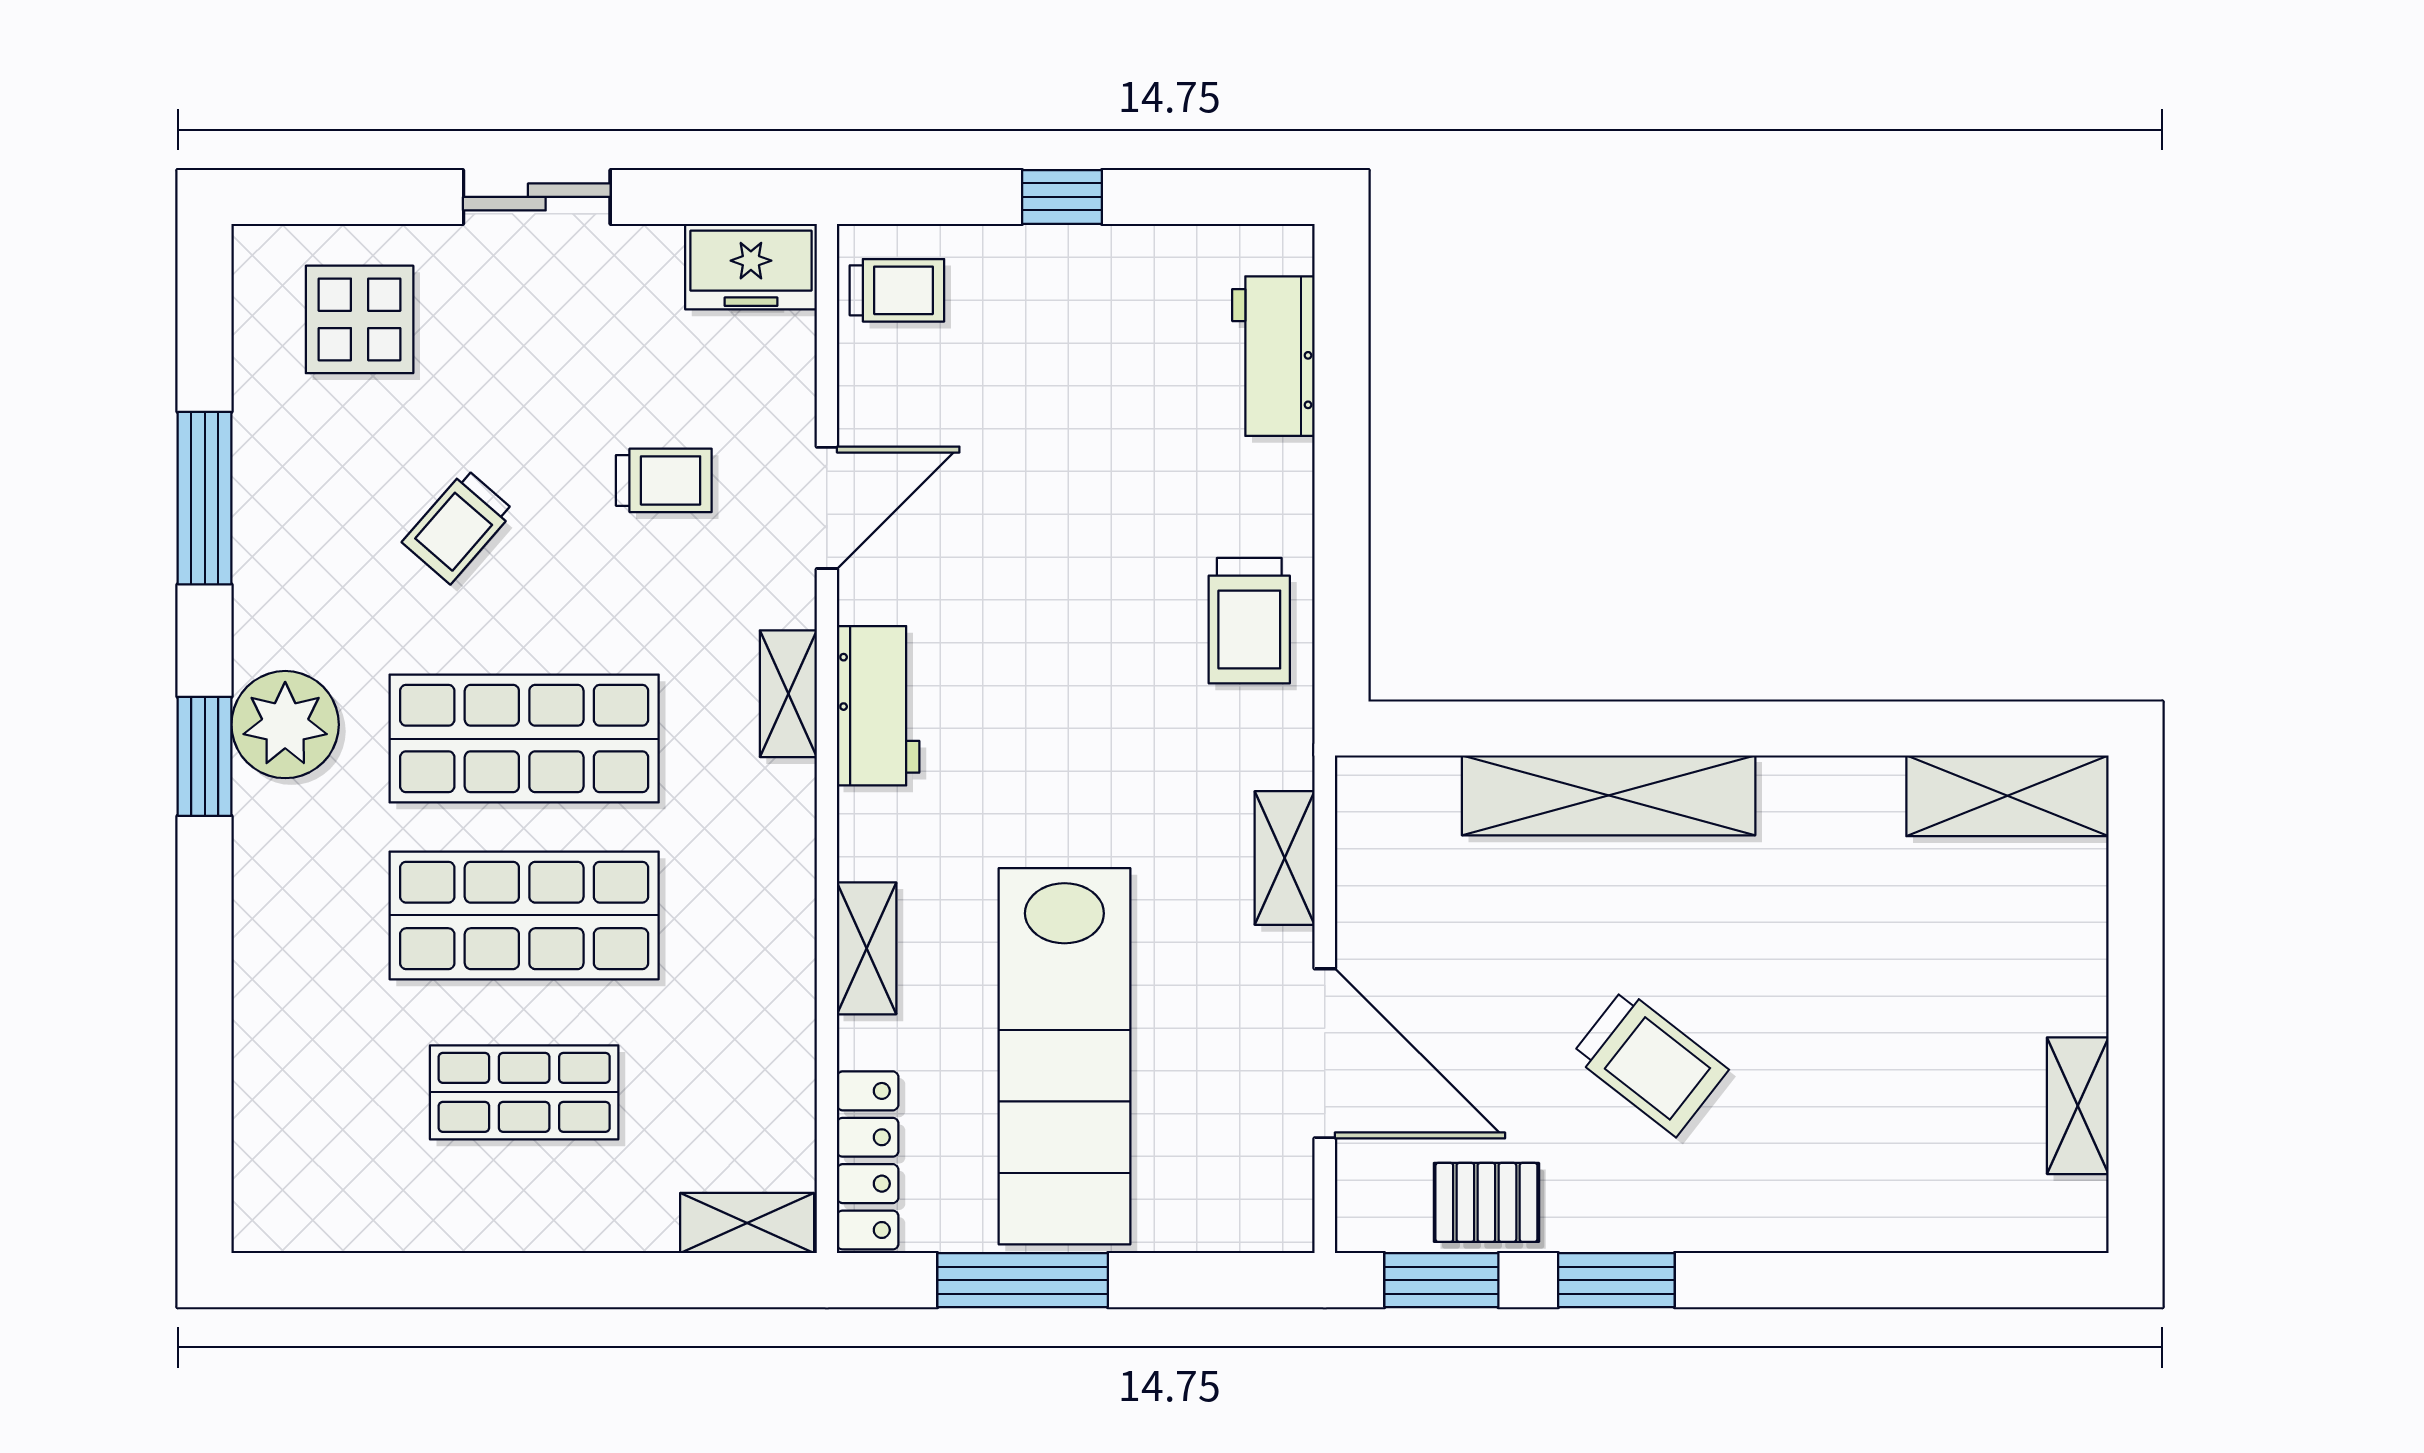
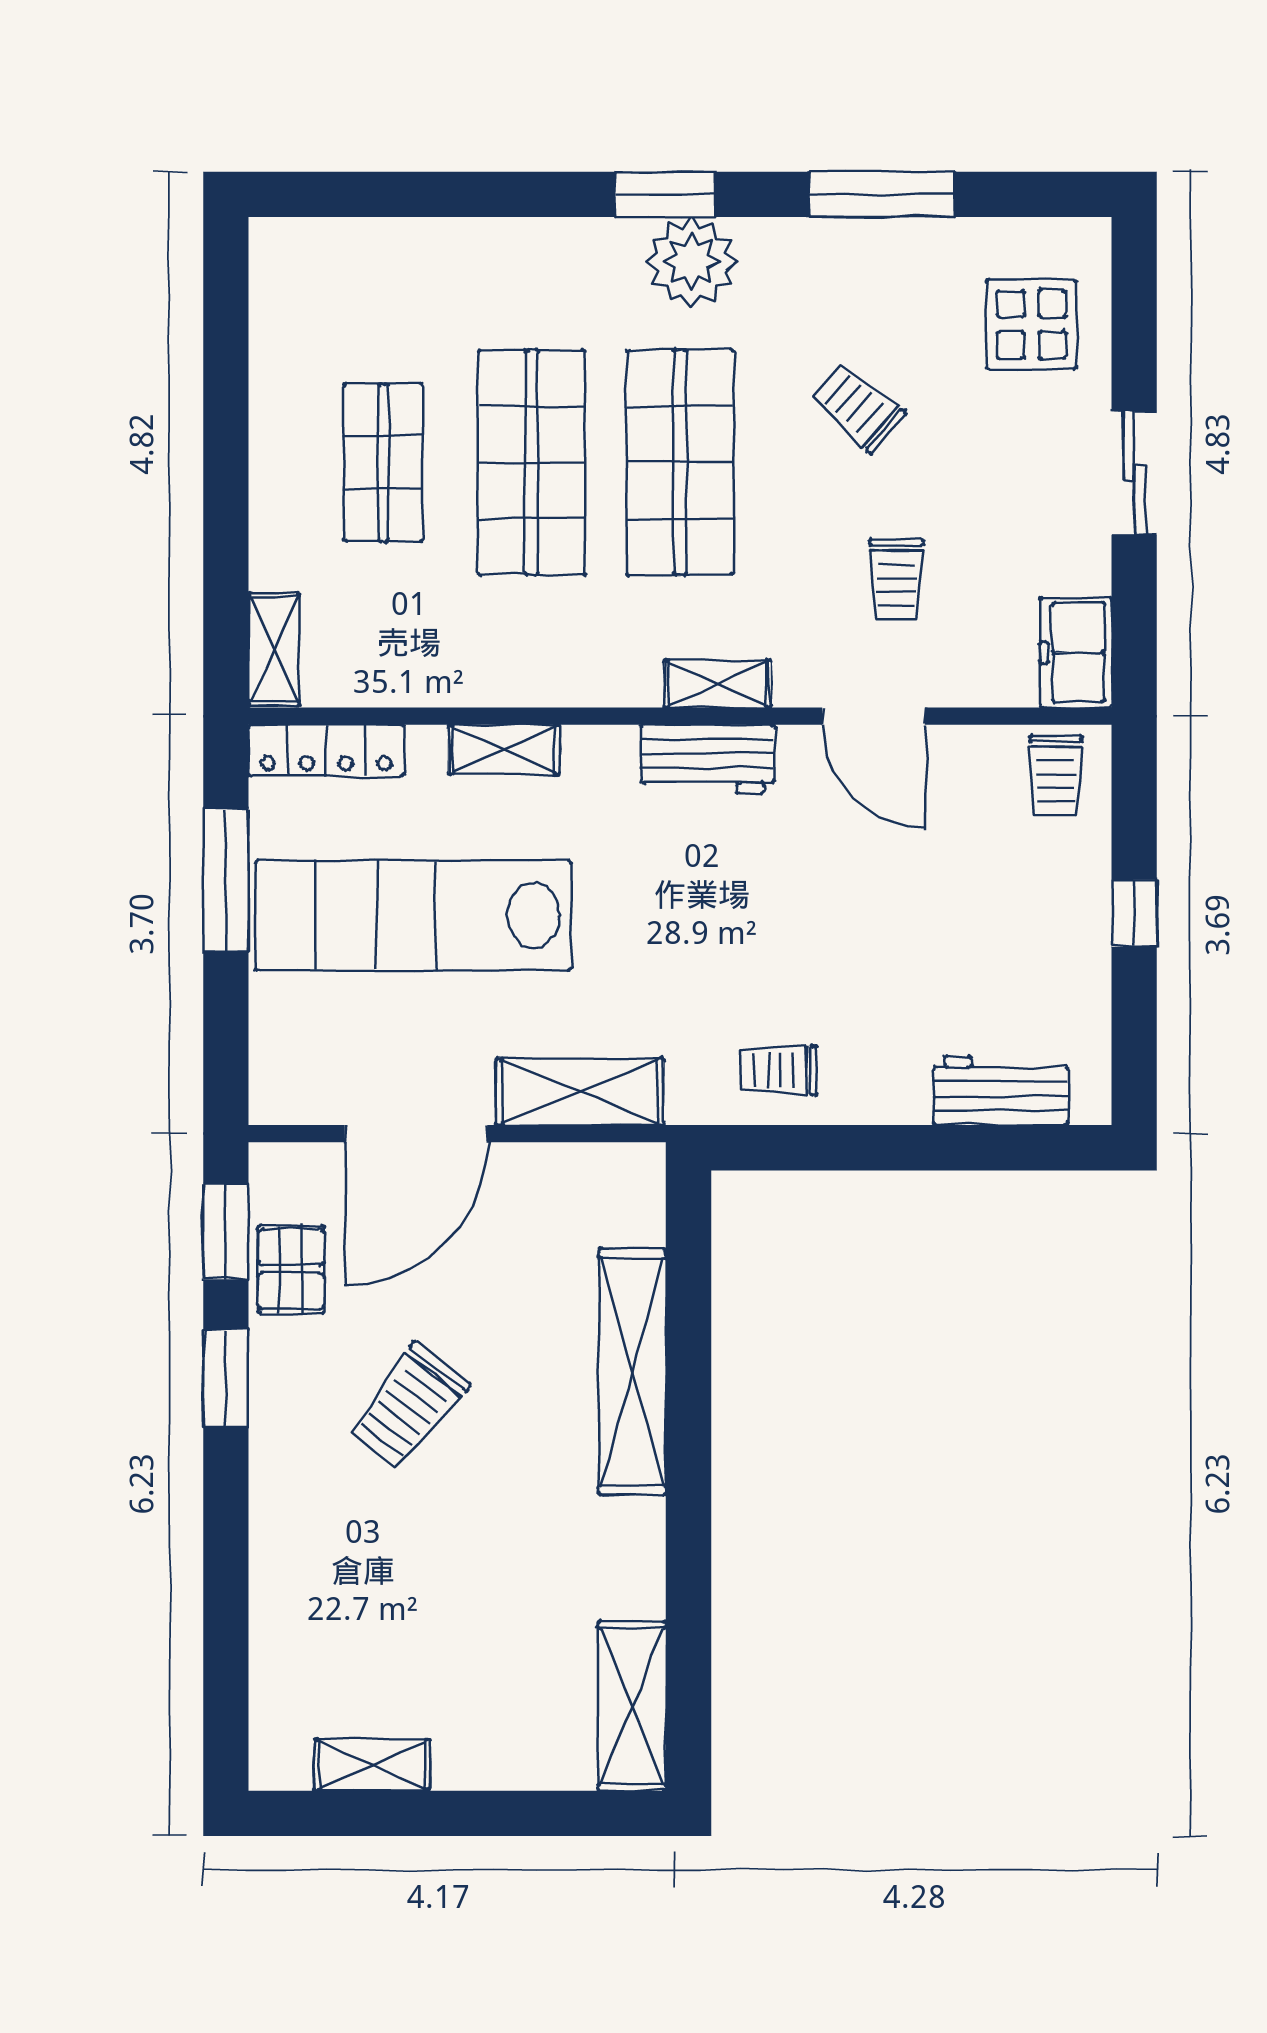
trolley: (1249, 621) -> (779, 1070), width x0.73, depth x0.72
shelving: (1285, 858) -> (580, 1092), width x1.50, depth x1.33

